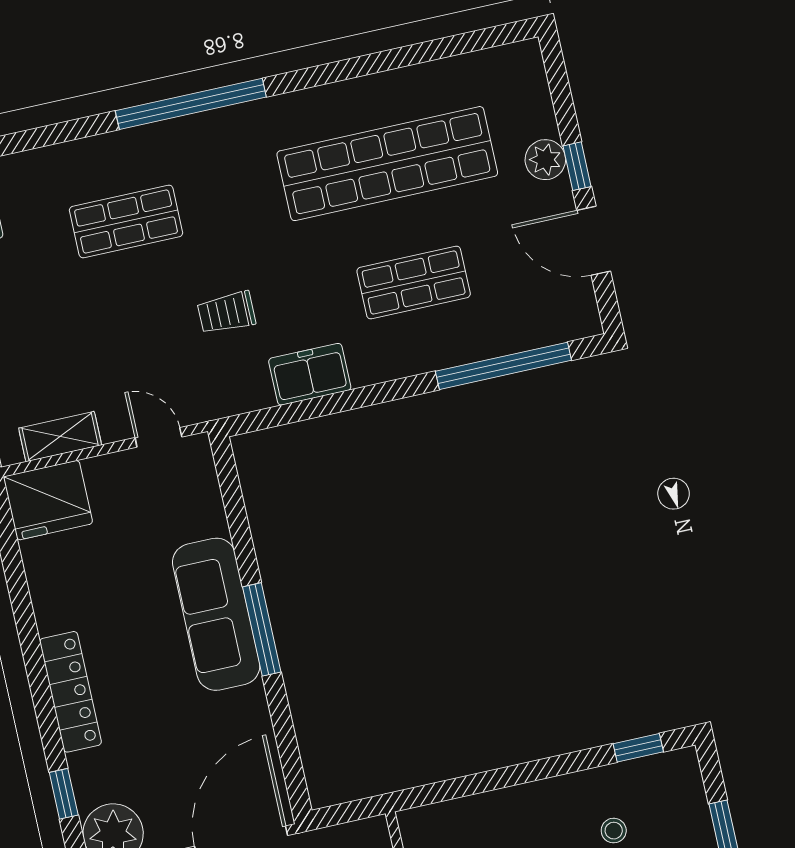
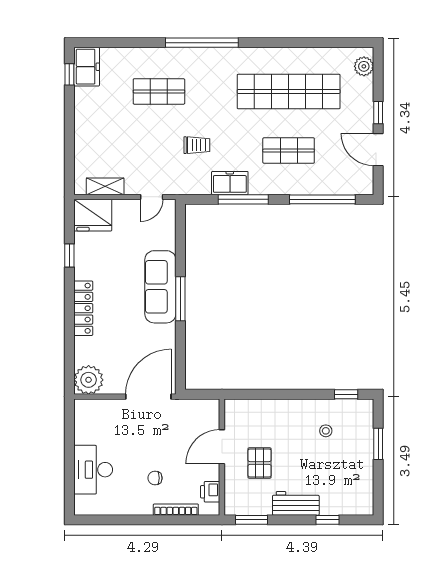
plant: (545, 160) -> (364, 66), moved
trolley: (227, 313) -> (197, 145), turned 180
window: (344, 401) -> (243, 199), added
door: (158, 437) -> (152, 197), swing flipped
window: (64, 794) -> (69, 255), moved

